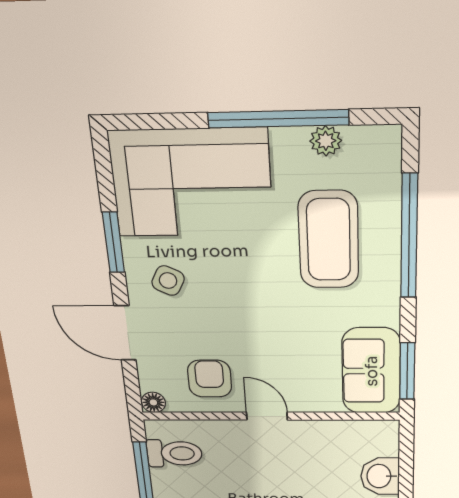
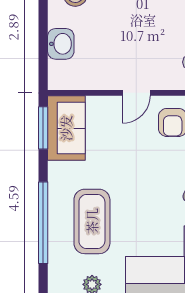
door: (267, 416) -> (136, 93), hinge flipped

